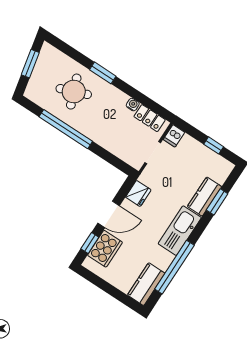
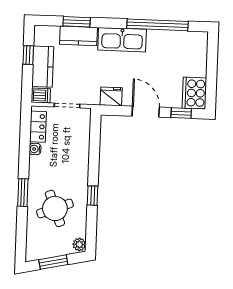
plant: (32, 94) -> (79, 244), added
window: (66, 129) -> (93, 196), width x0.32
cooker: (105, 249) -> (194, 93), moved, turned -90
kitchen counter: (146, 284) -> (43, 67), moved, turned -90

